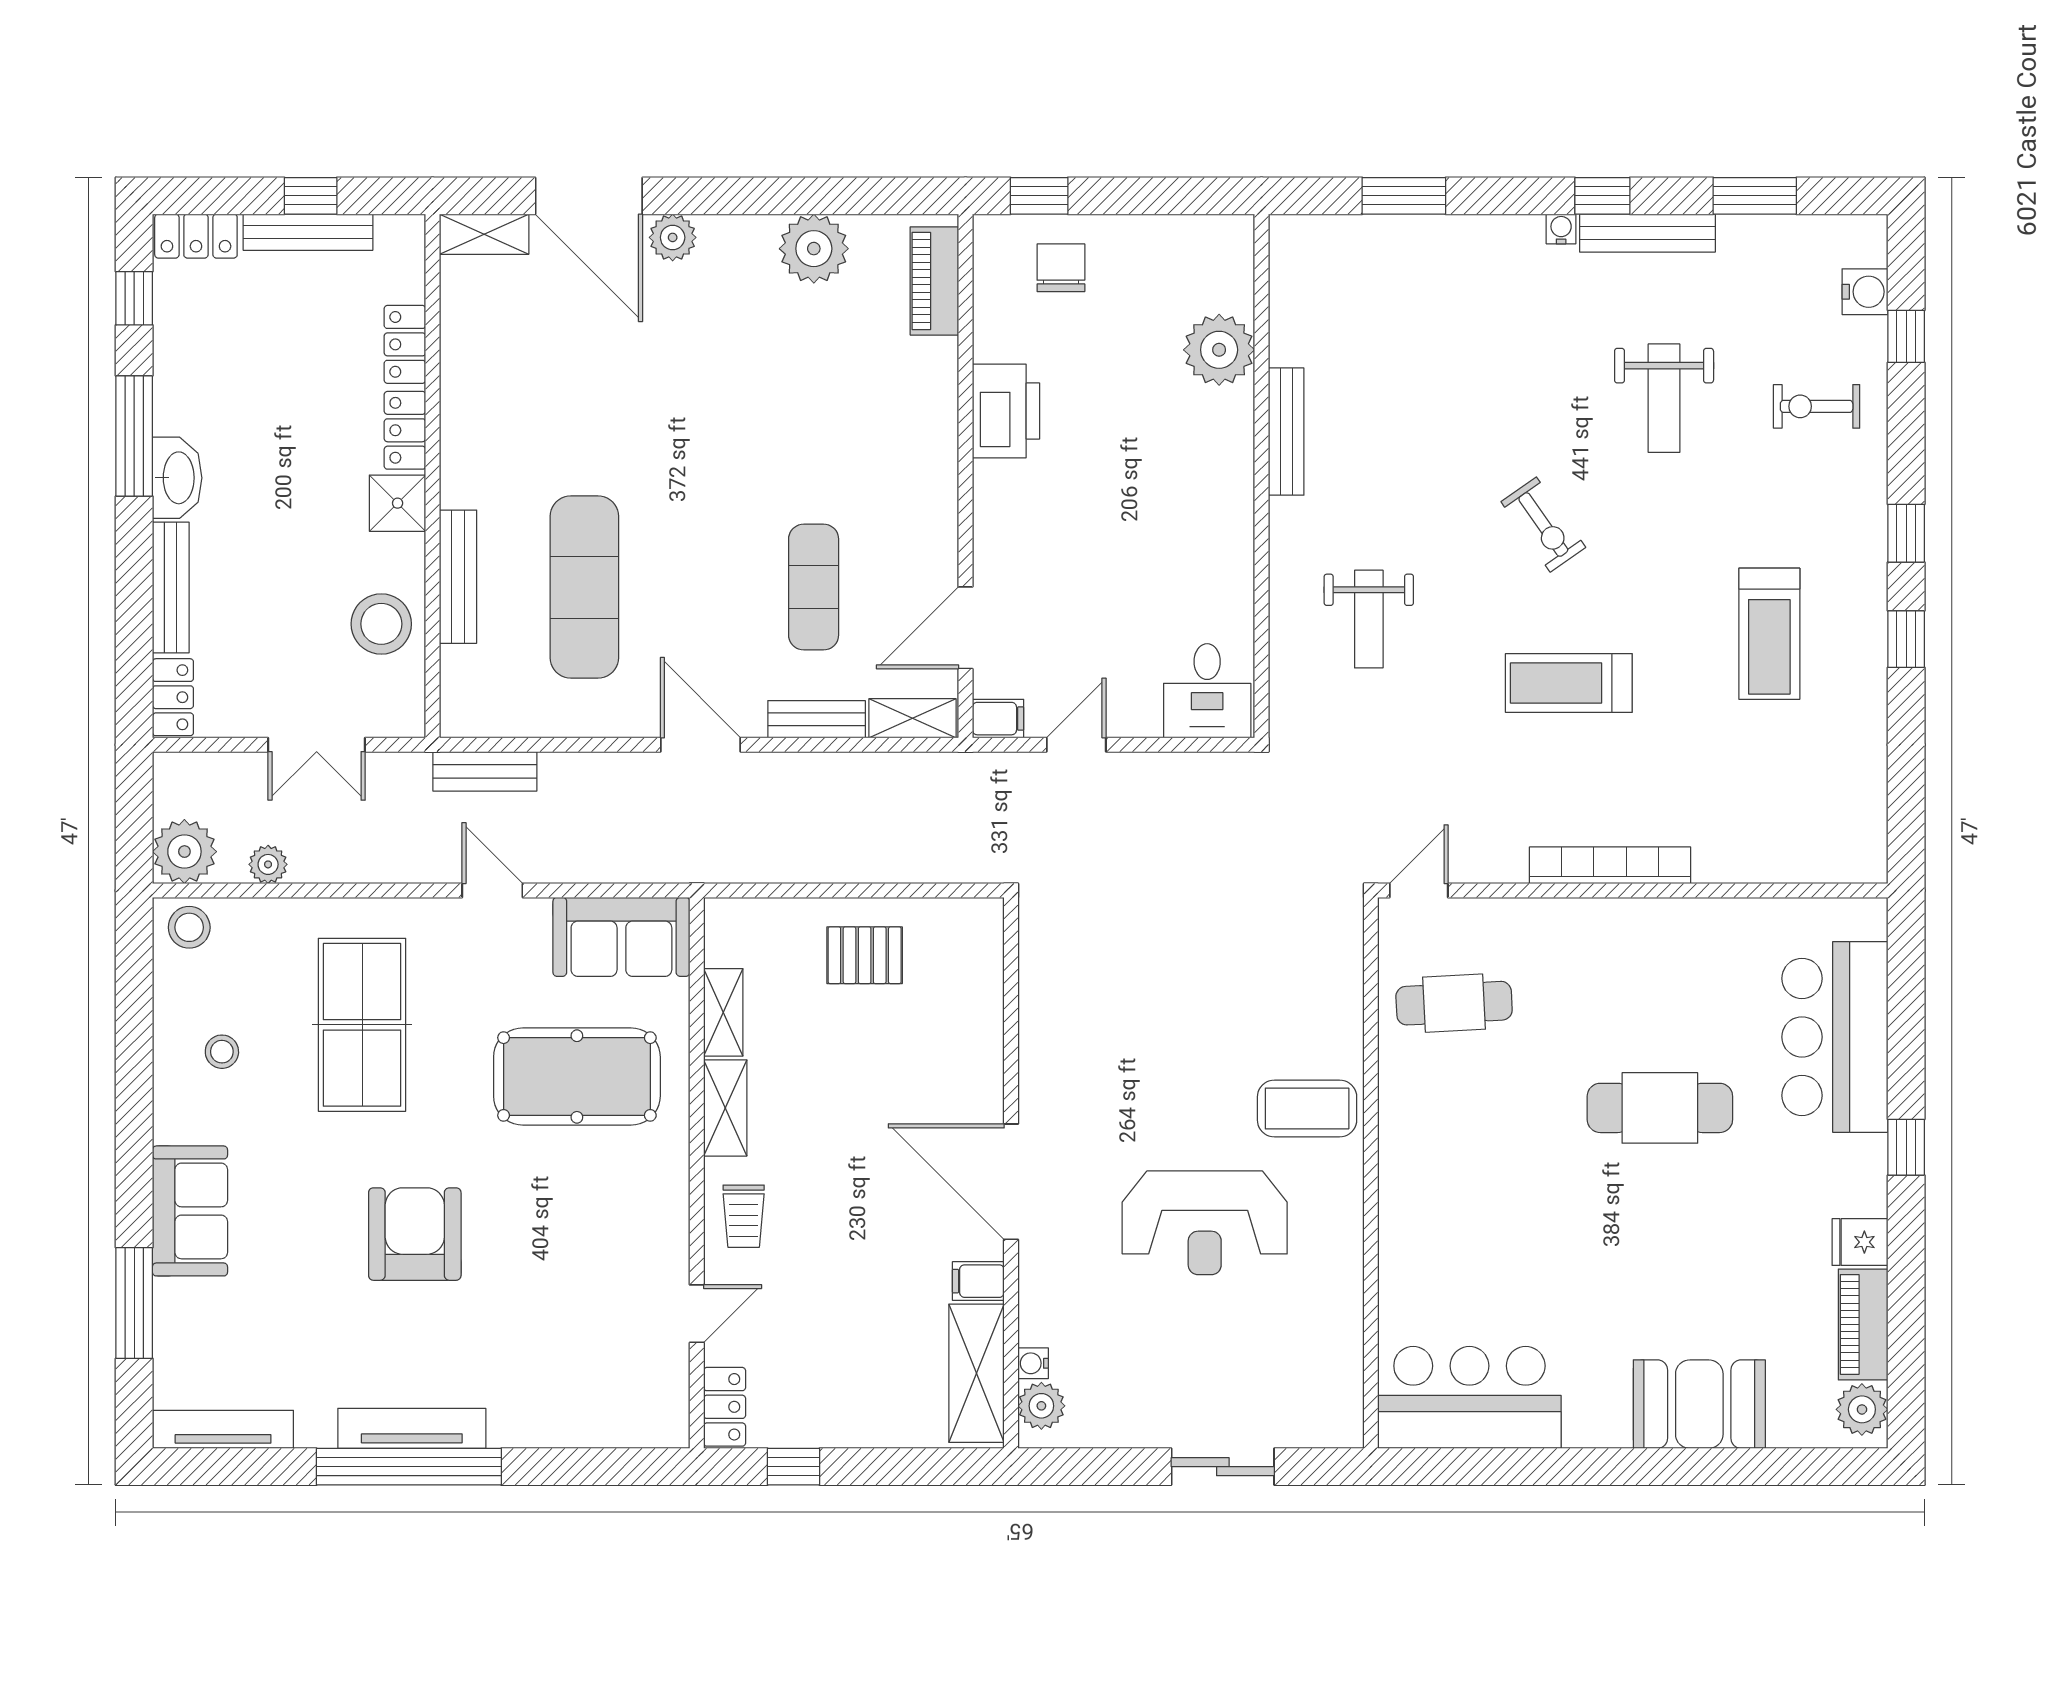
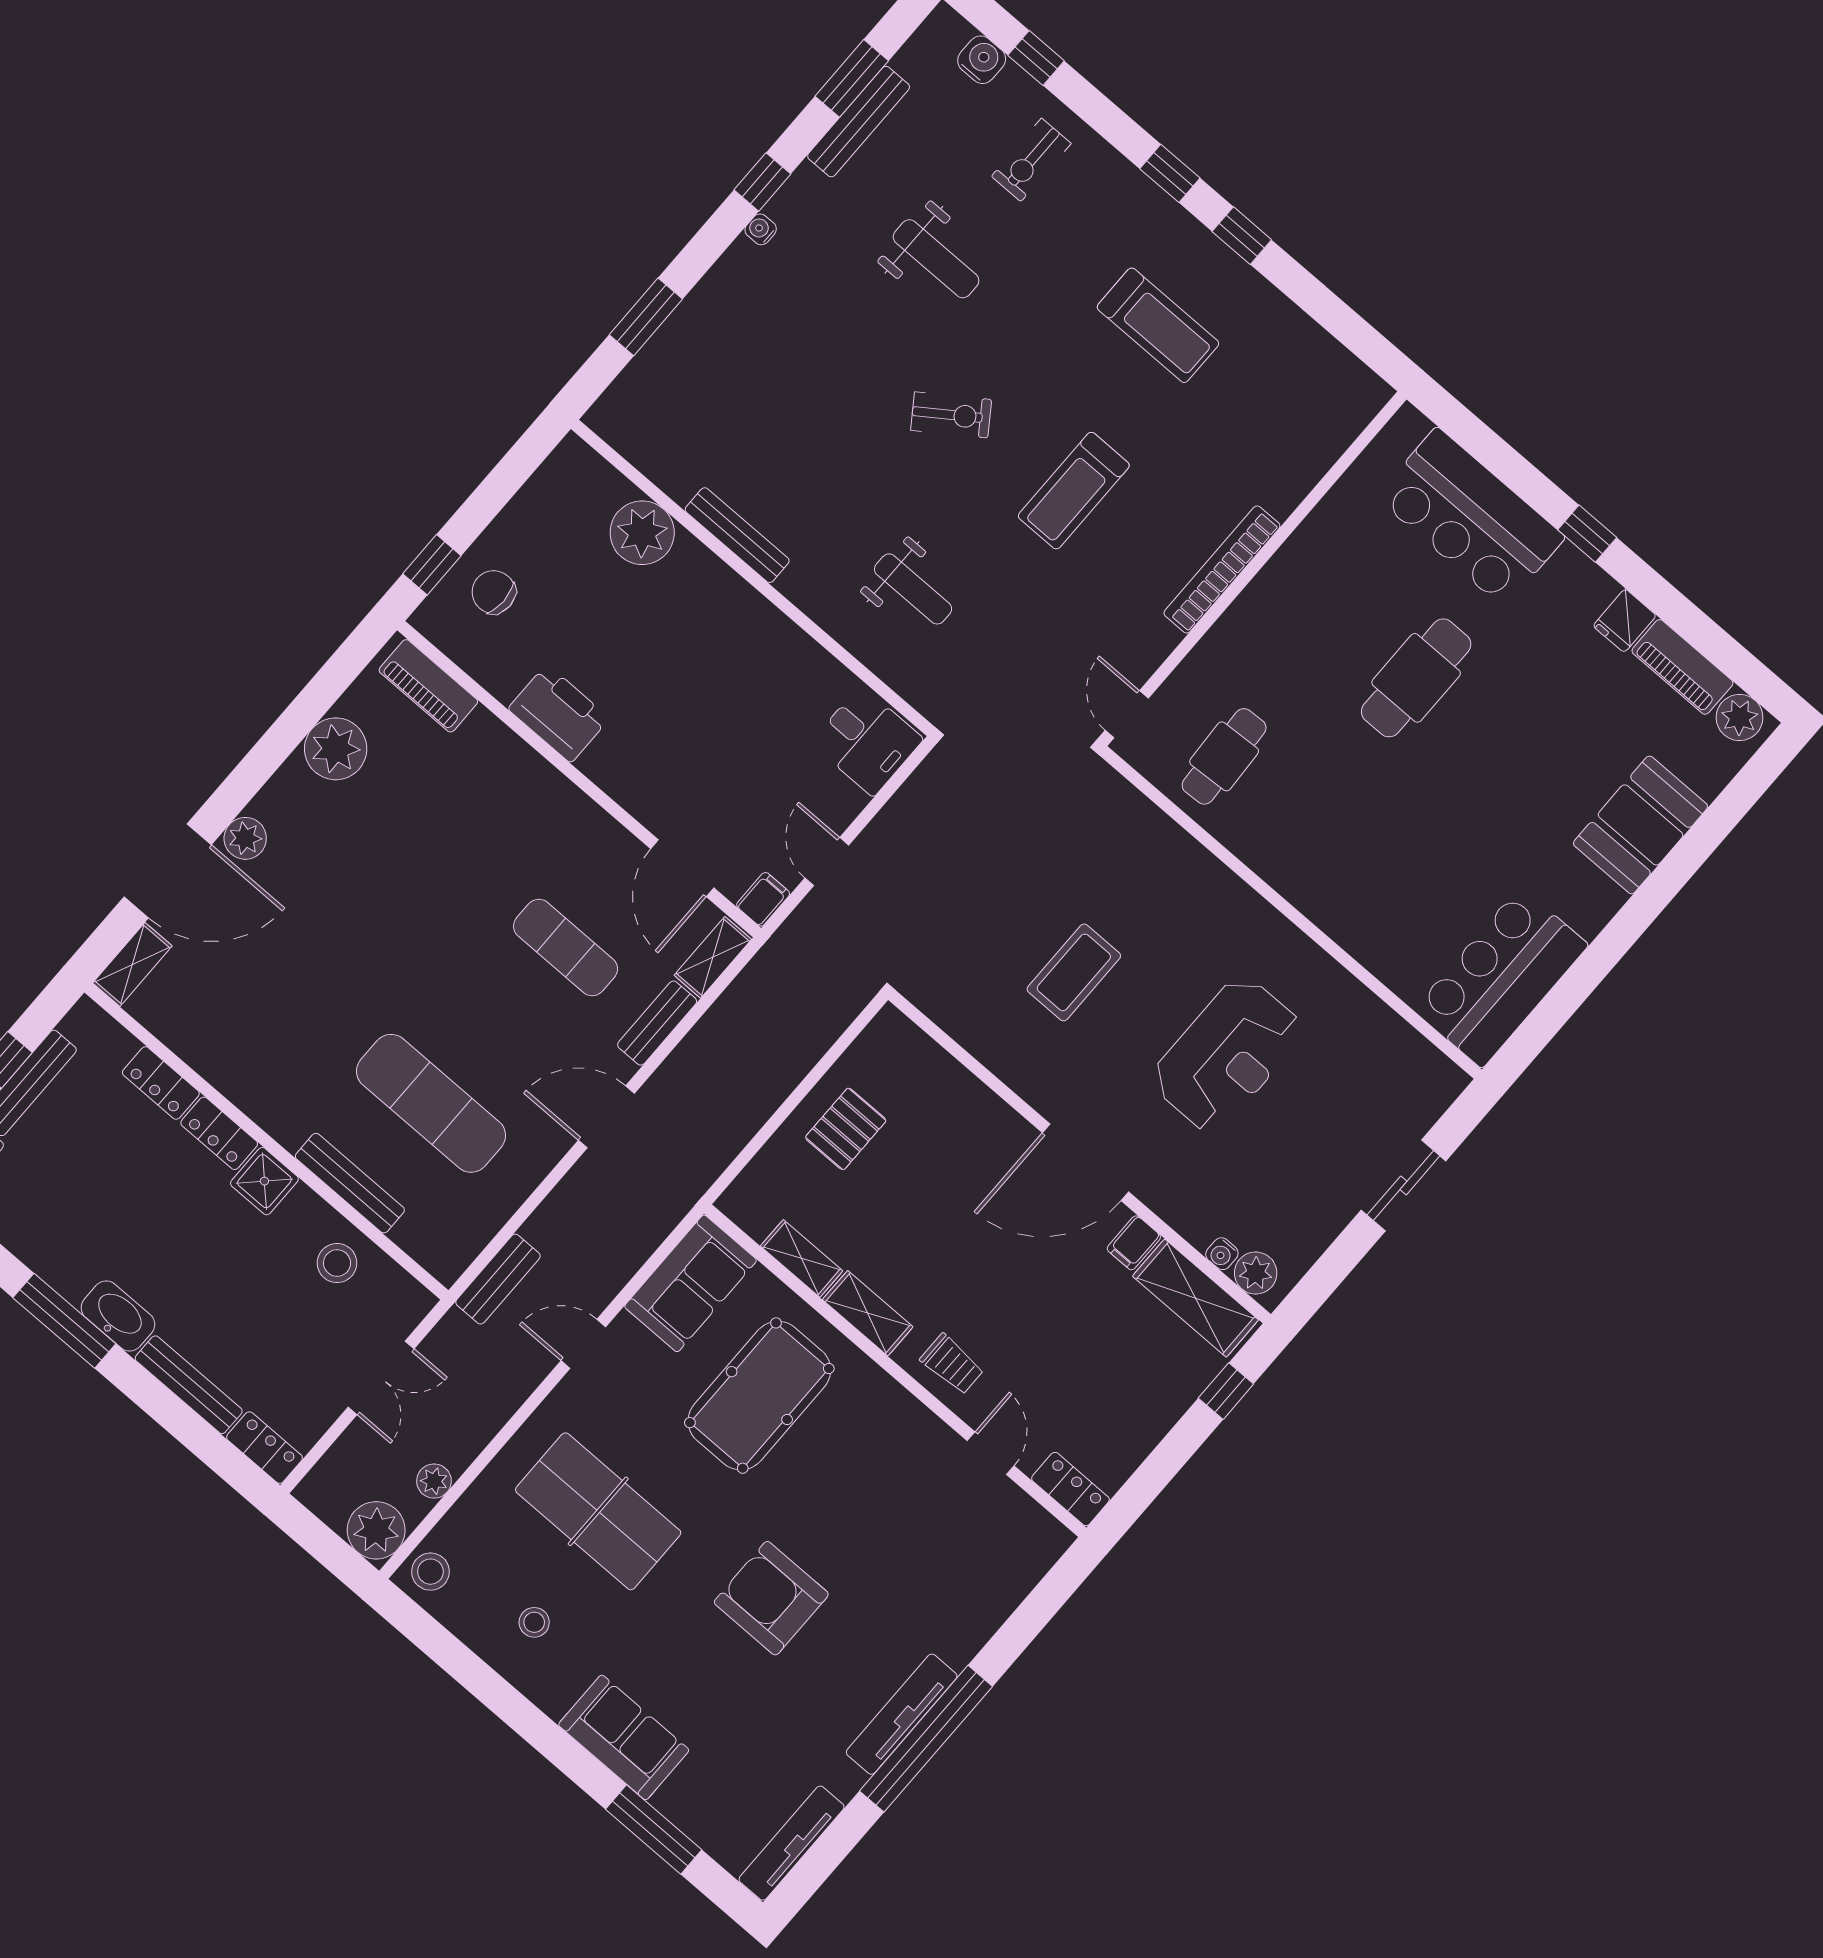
bench: (1647, 233) -> (859, 122), moved
stool: (381, 624) -> (337, 1263), width x0.73, depth x0.73
coffee table: (1307, 1108) -> (1074, 972), moved
window: (794, 1467) -> (1226, 1391), moved

